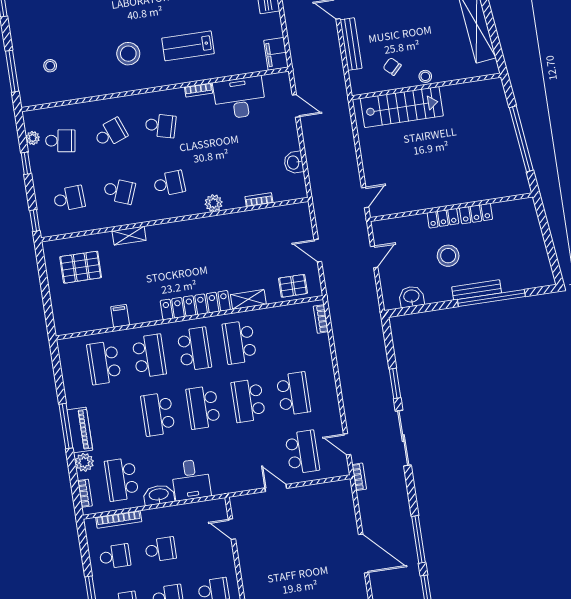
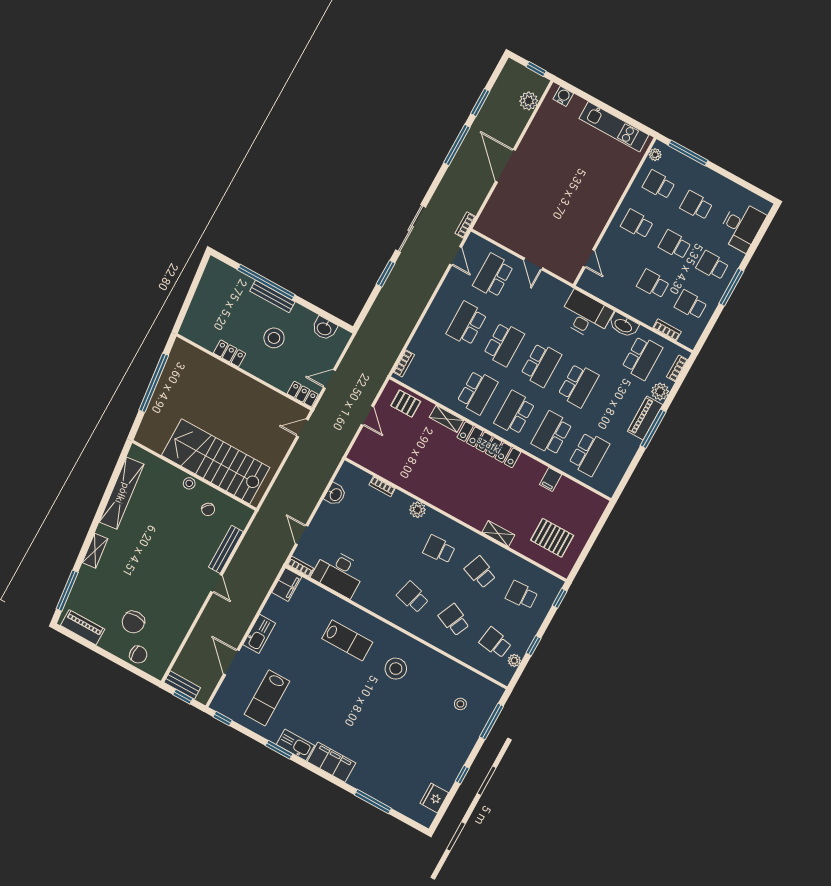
bookcase: (198, 90) -> (300, 566), moved
stairs: (402, 107) -> (216, 461), width x1.36, depth x1.51
school desk: (110, 133) -> (454, 620), turned 45
locker: (443, 218) -> (303, 394), moved
desk: (191, 480) -> (586, 315), width x1.37
bookcase: (119, 519) -> (667, 330), width x0.64

